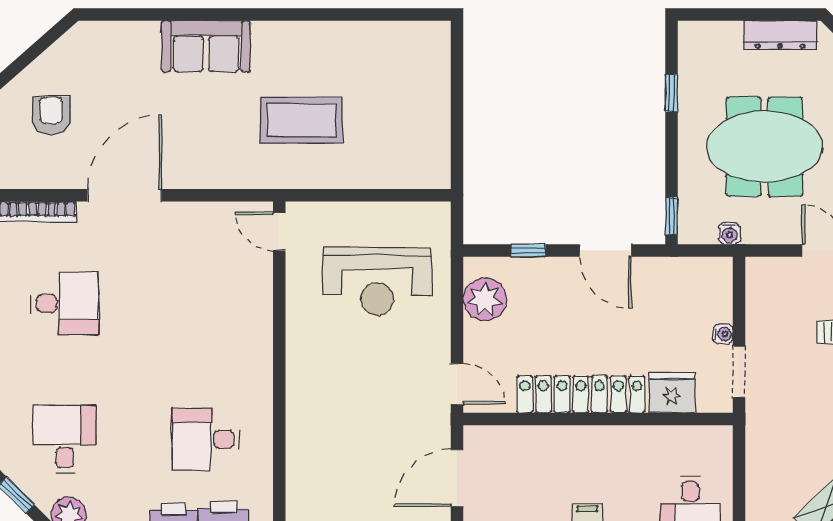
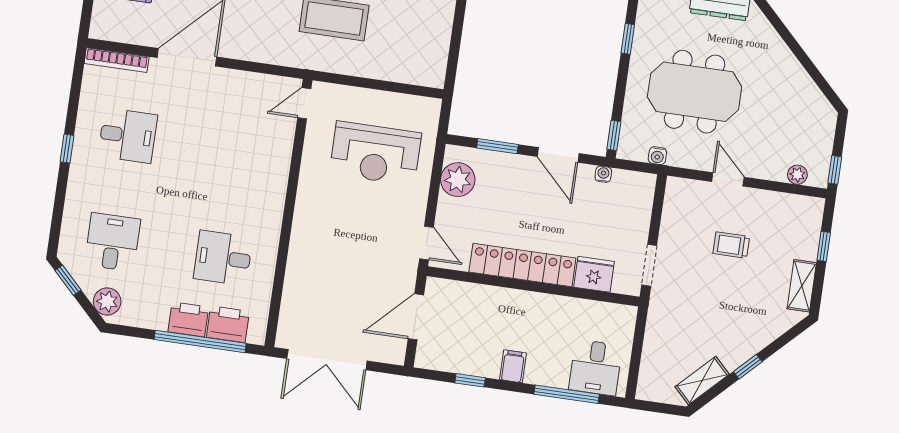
door: (279, 232) -> (304, 103), hinge flipped
window: (528, 250) -> (497, 146), width x1.50
water cooler: (723, 334) -> (603, 174), moved, turned -90

